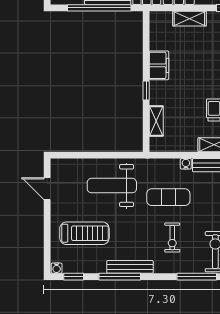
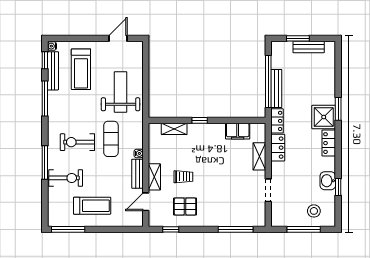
filing cabinet: (159, 65) -> (238, 131), moved
exercise bike: (172, 238) -> (77, 142), width x1.38, depth x1.39
bench: (130, 267) -> (53, 71), moved

